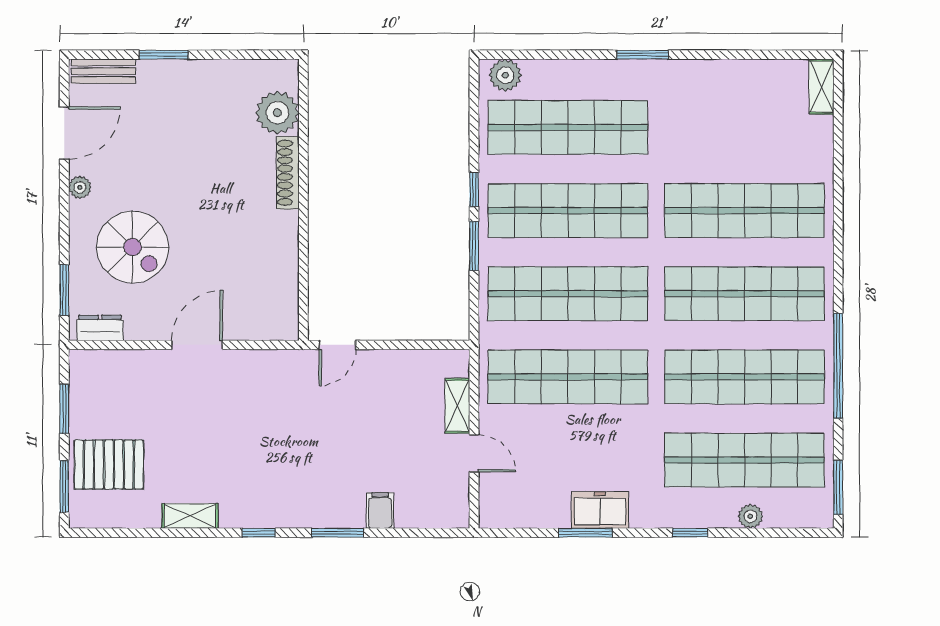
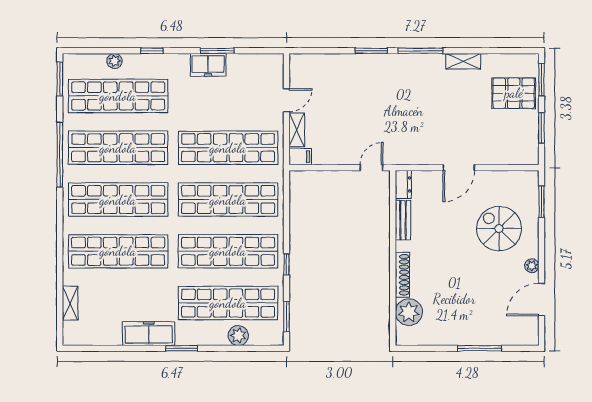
window: (164, 55) -> (480, 348), width x1.44
bench: (103, 71) -> (403, 220), moved, turned 90
plant: (505, 75) -> (238, 336), moved
freezer: (695, 78) -> (149, 333), added
shelving: (822, 87) -> (70, 303), moved
window: (474, 246) -> (286, 317), moved
dresser: (100, 328) -> (403, 184), moved, turned -90
door: (474, 453) -> (286, 100), swing flipped
filing cabinet: (380, 511) -> (300, 157), moved, turned -90
window: (259, 533) -> (420, 51), width x2.17

